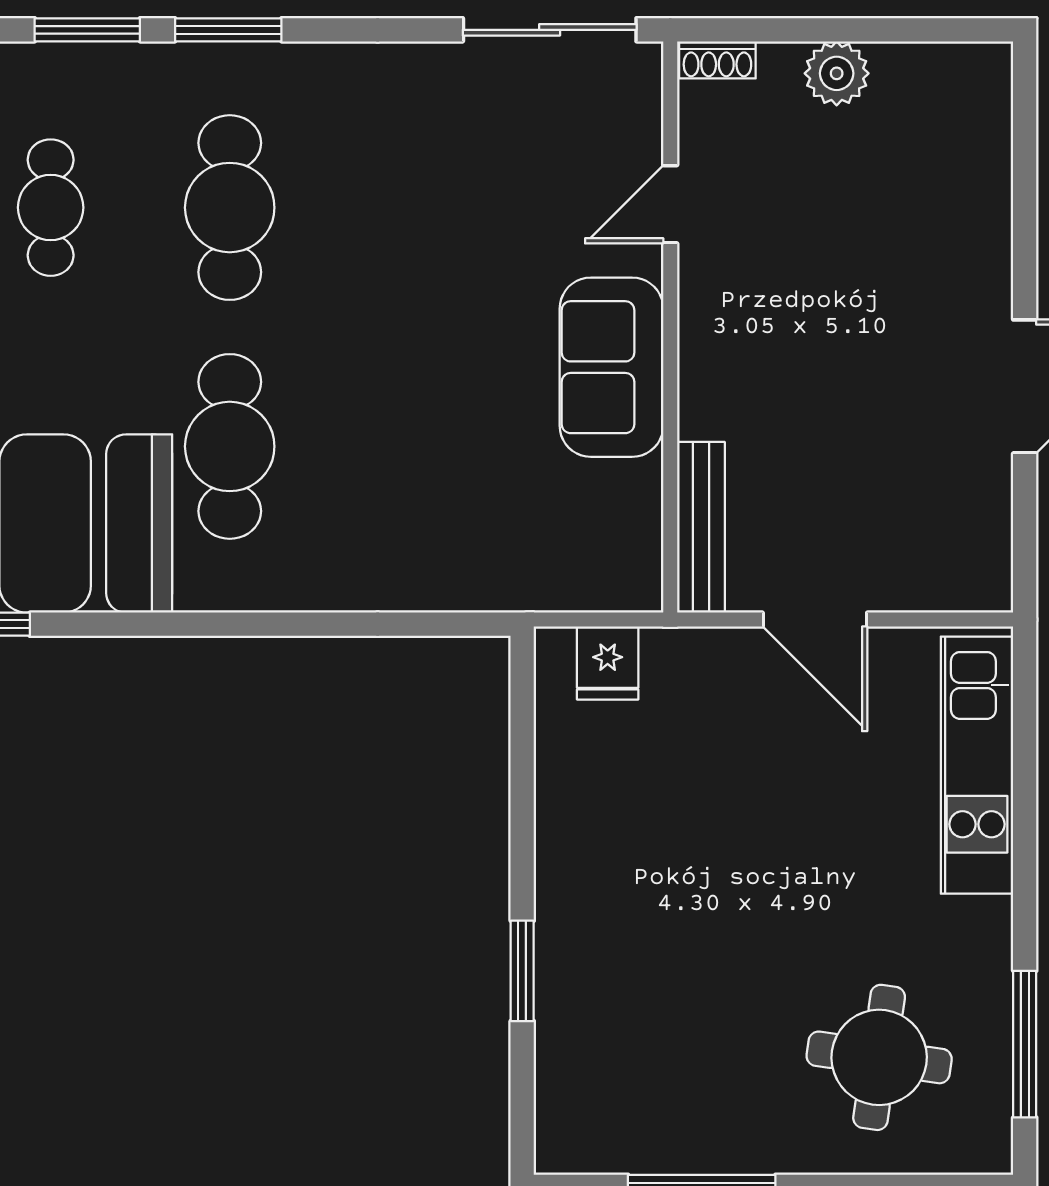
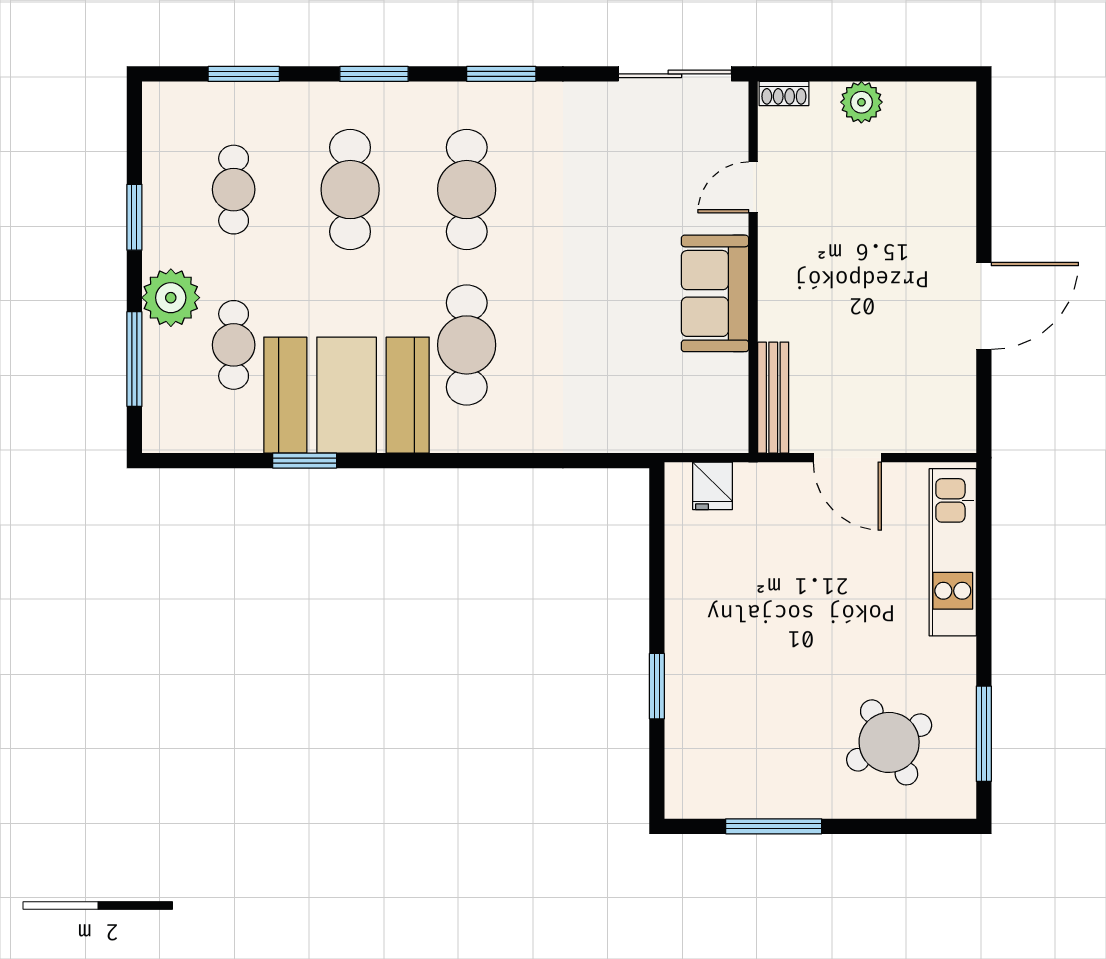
window: (228, 30) -> (501, 74), moved
cafe table: (51, 208) -> (350, 190), width x1.37, depth x1.35
round table: (879, 1057) -> (889, 742), turned -37

